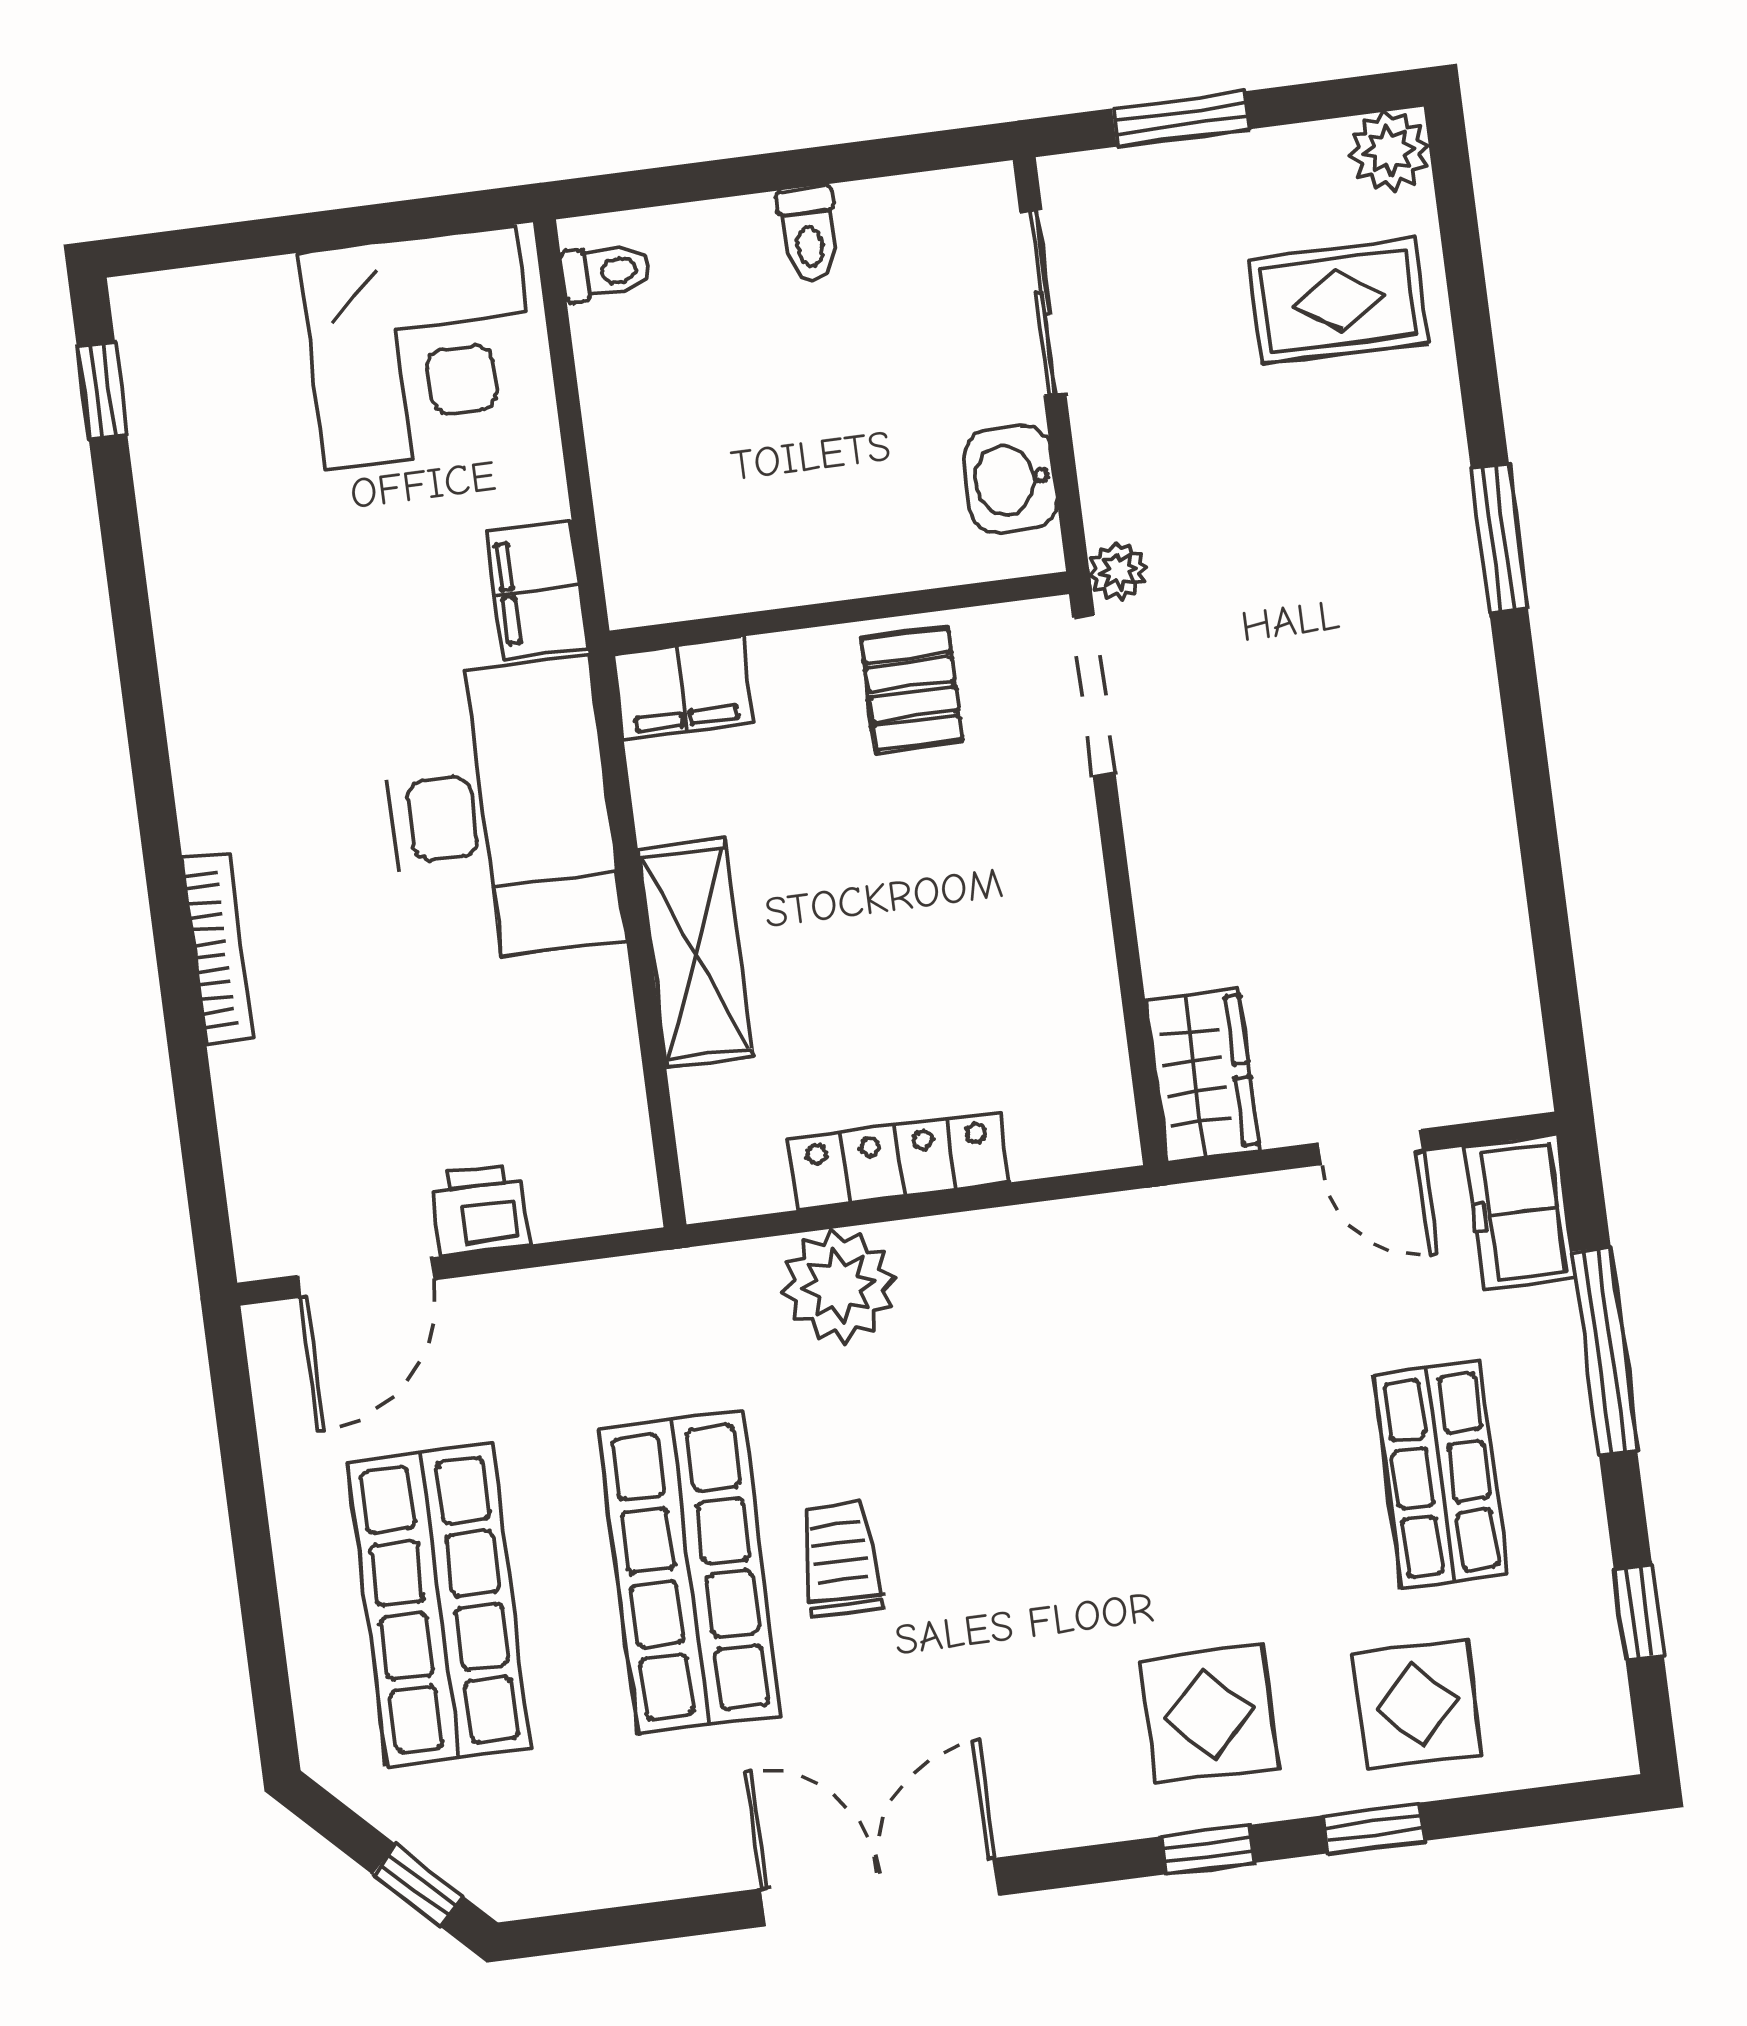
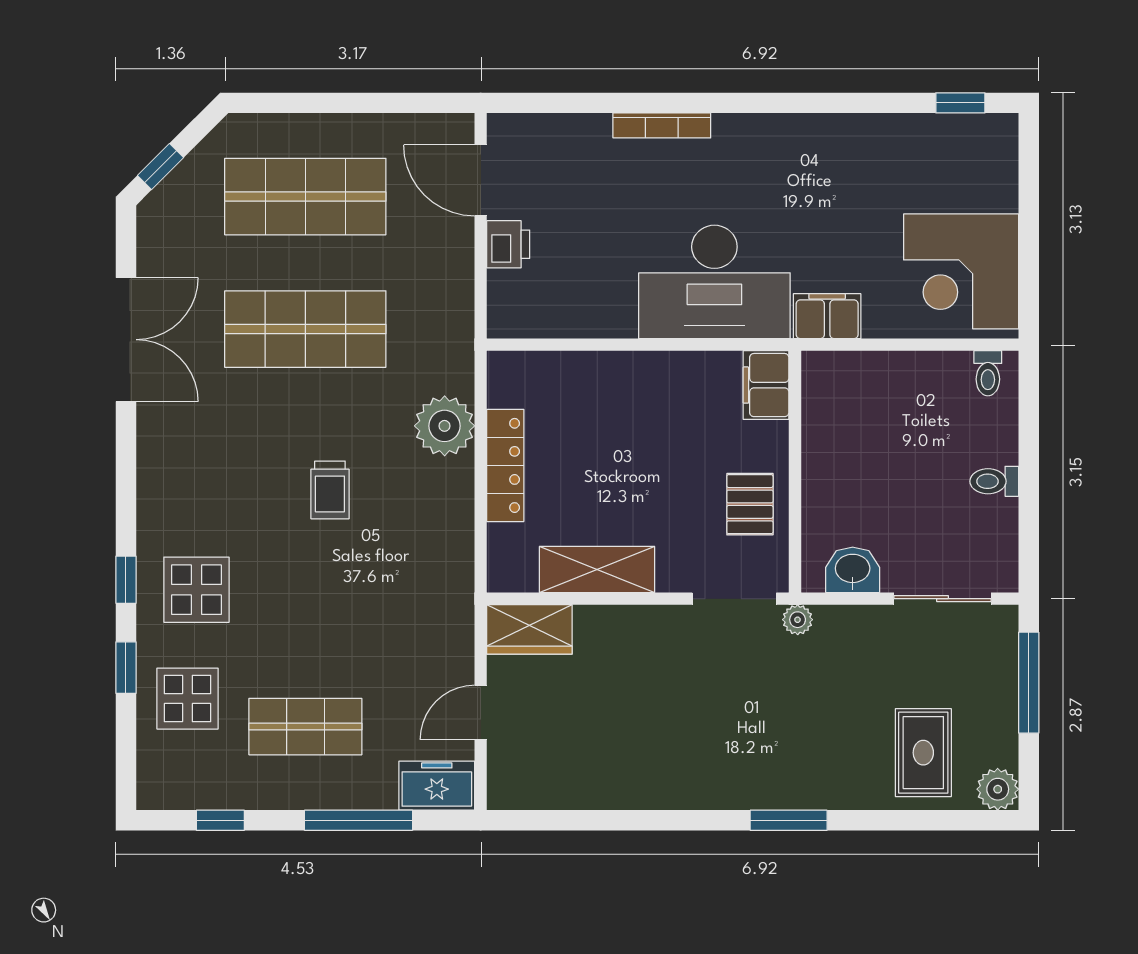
window: (1181, 119) -> (1029, 683), width x1.44
pallet: (912, 689) -> (750, 504), turned 90
shelving: (696, 953) -> (597, 569), moved
trolley: (841, 1559) -> (330, 490), moved, turned 90
double door: (880, 1892) -> (126, 340), moved

